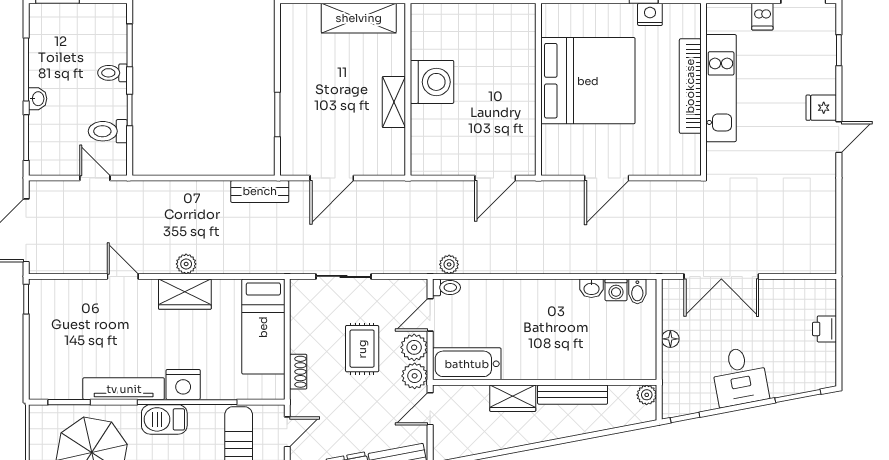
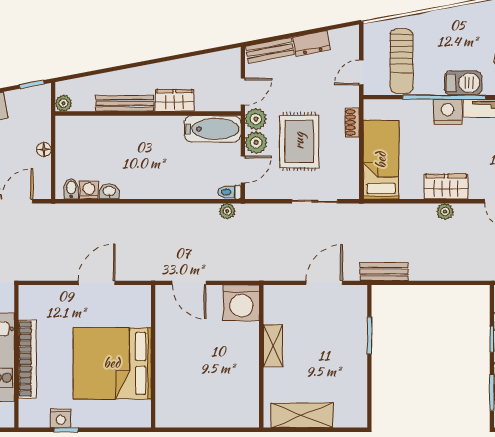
washing machine: (432, 82) -> (241, 303), moved, turned -90
door: (495, 178) -> (189, 283), swing flipped
rug: (362, 349) -> (299, 141), width x1.36, depth x1.43

